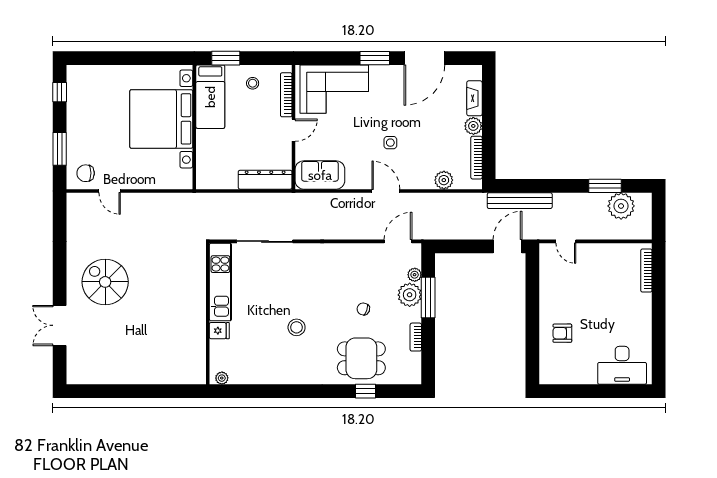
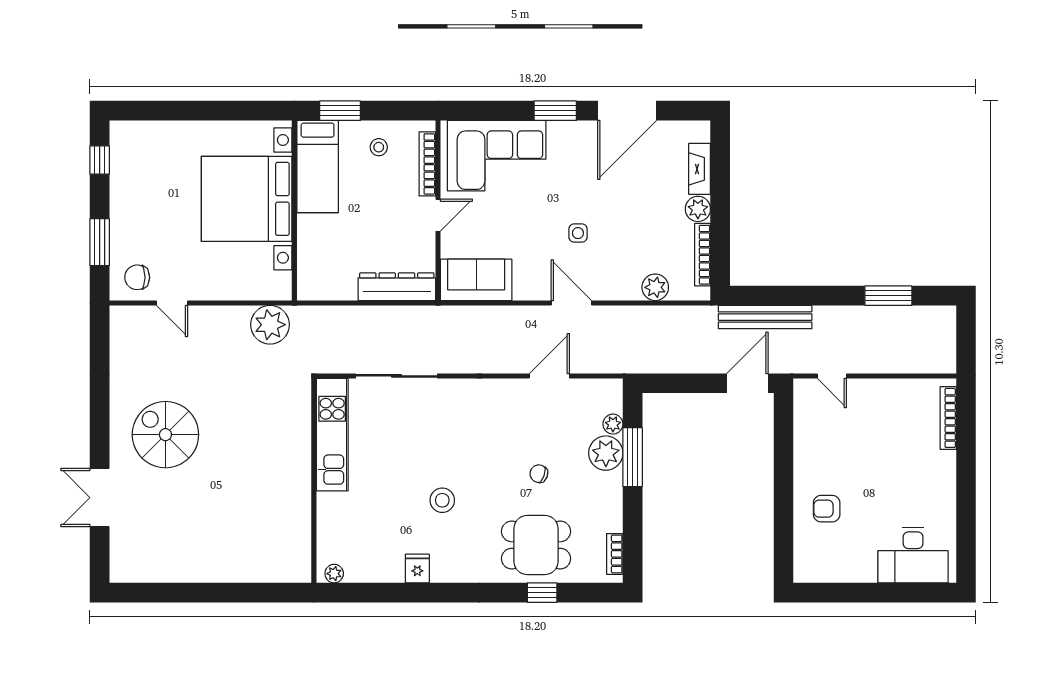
plant: (621, 206) -> (270, 325), moved
door: (398, 241) -> (549, 376), moved
fridge: (219, 331) -> (417, 568), moved, turned -90
bookcase: (416, 337) -> (615, 554), moved

